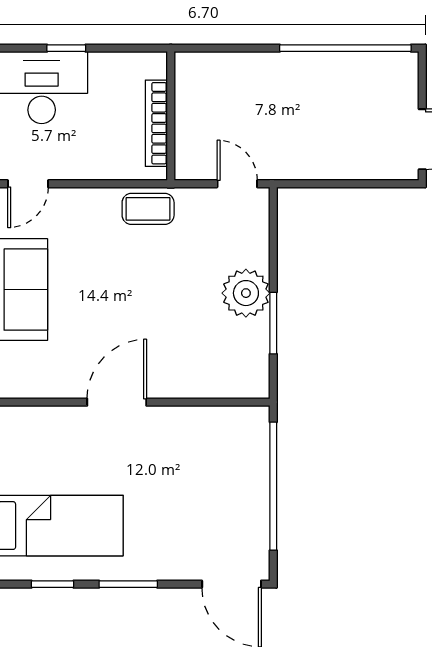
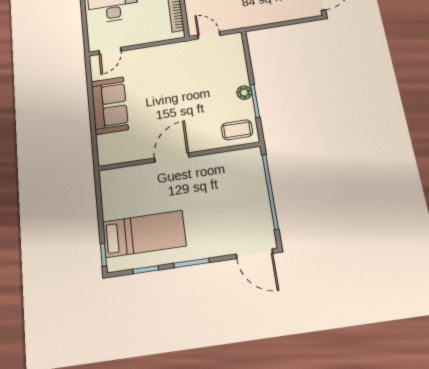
door: (237, 184) -> (209, 35), moved
coffee table: (148, 209) -> (237, 130), moved
plant: (246, 293) -> (244, 93), width x0.53, depth x0.53

